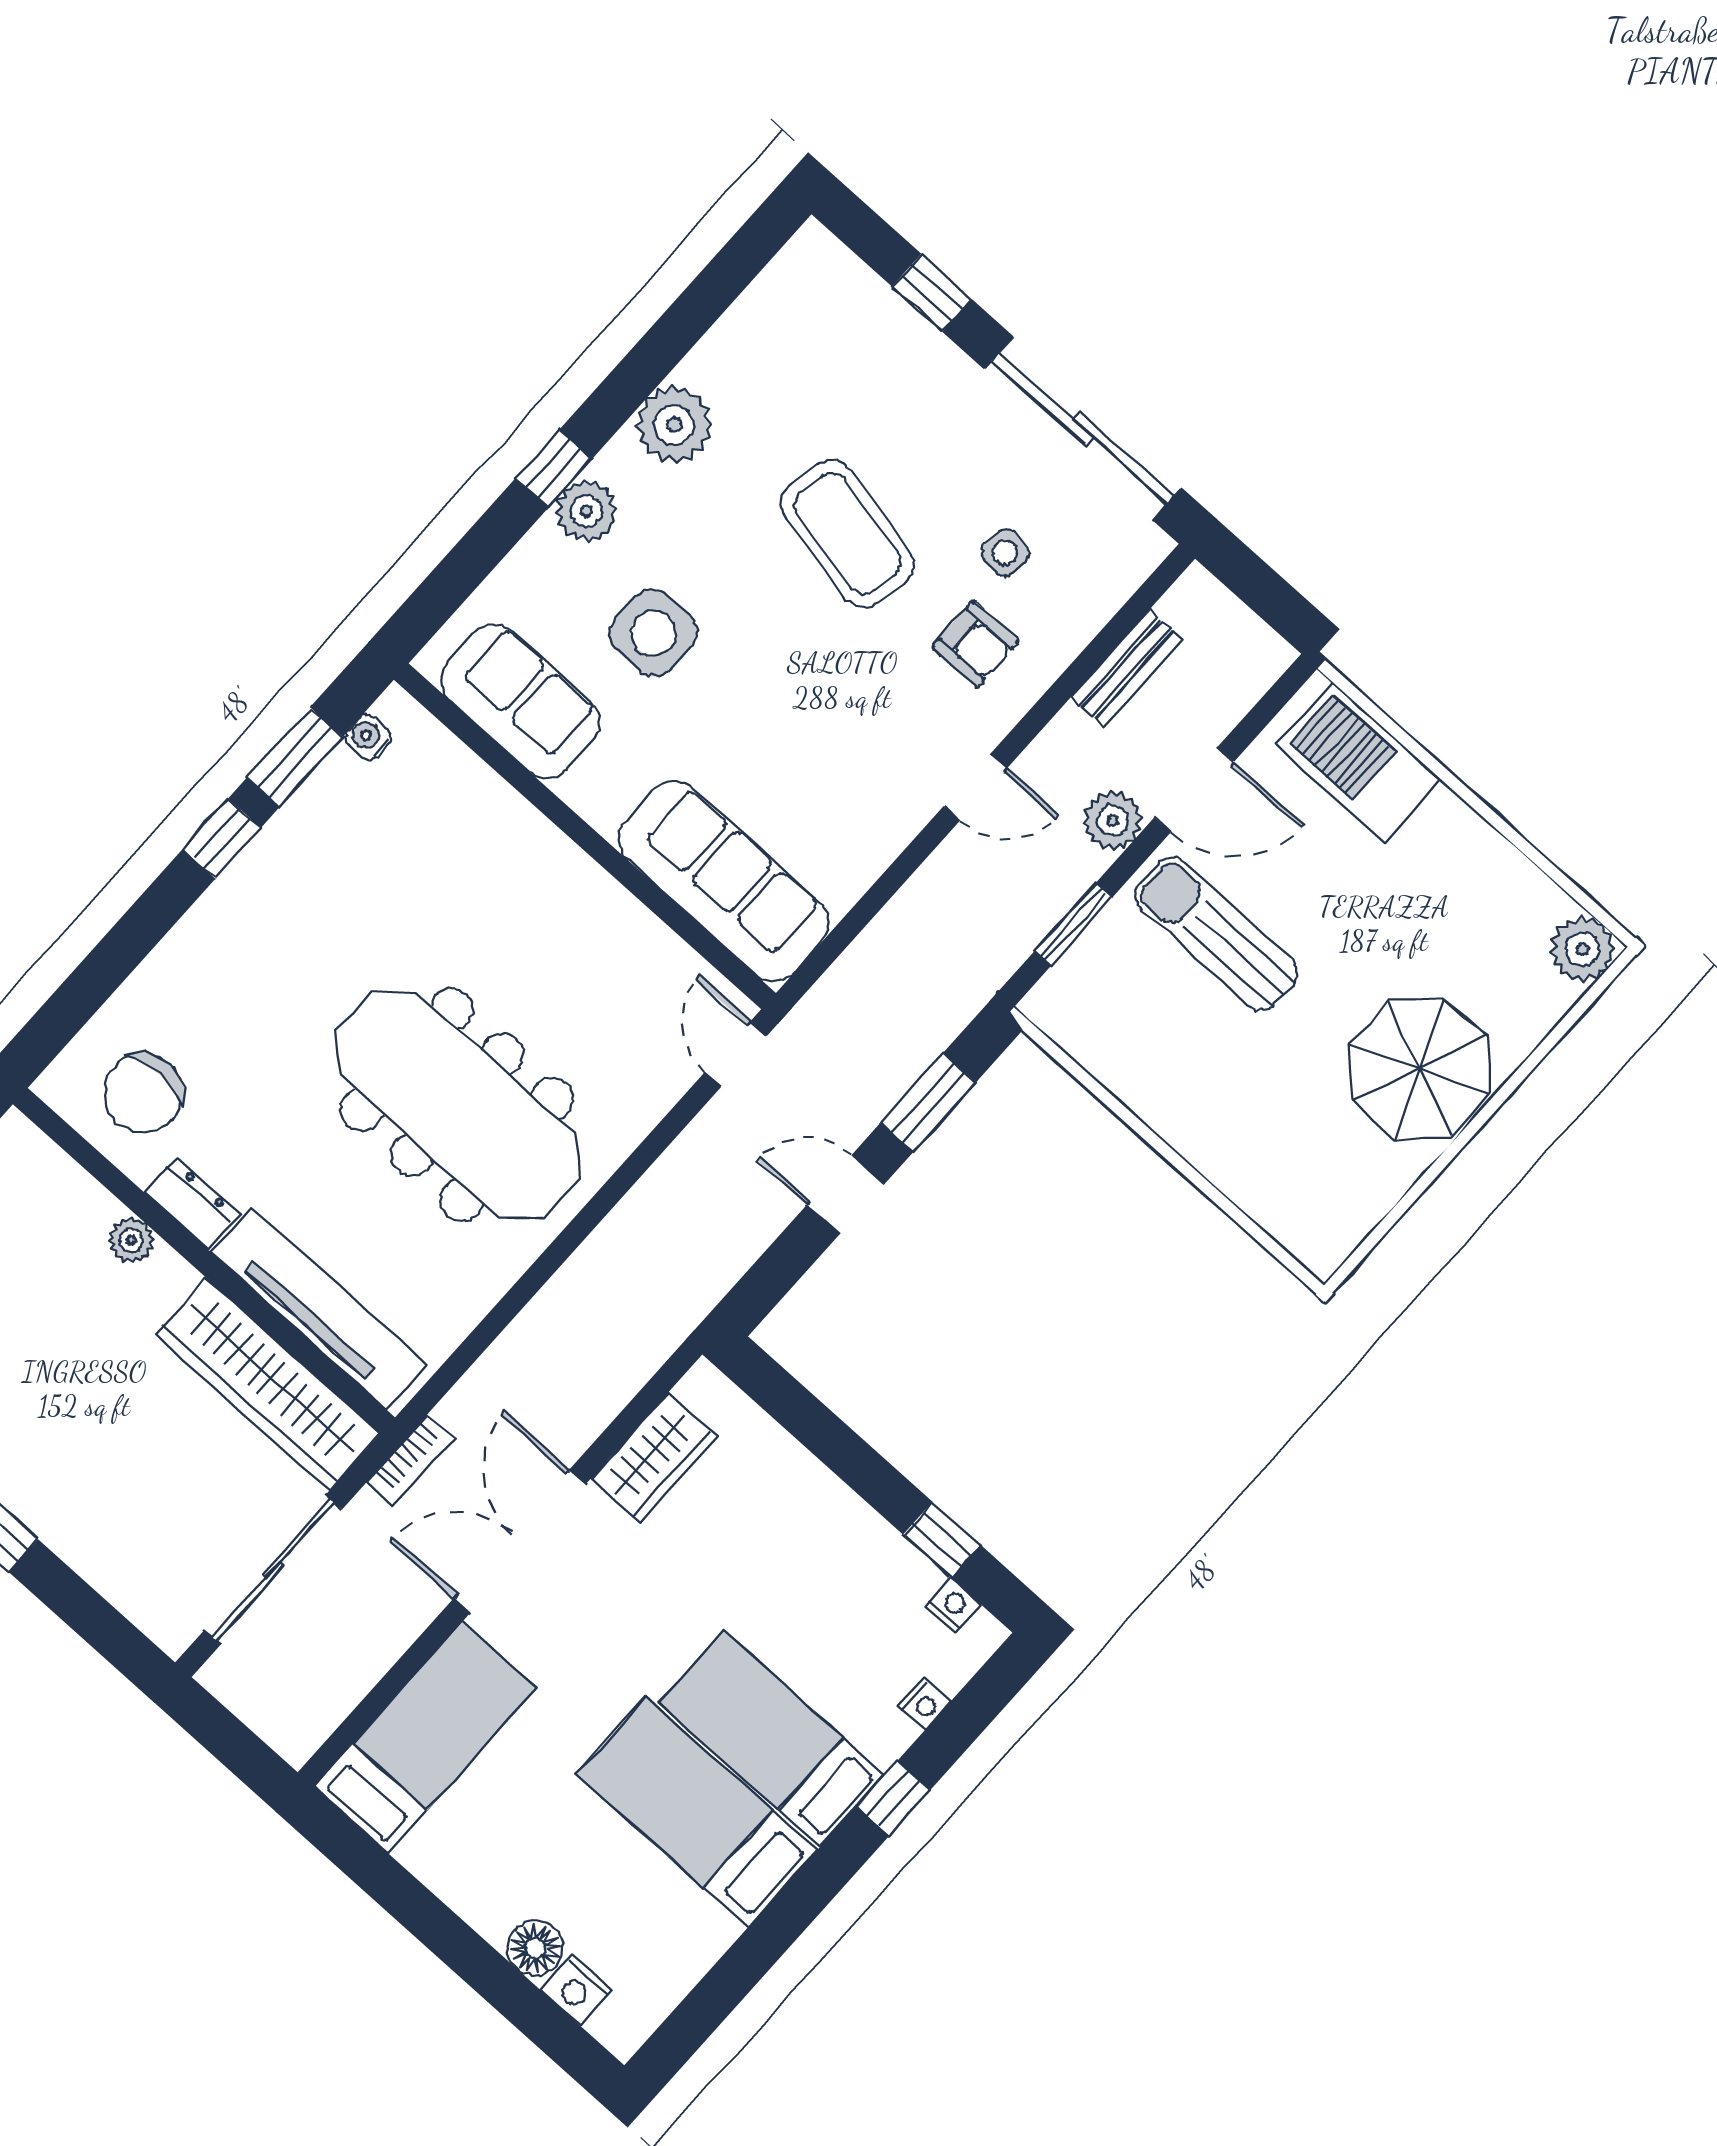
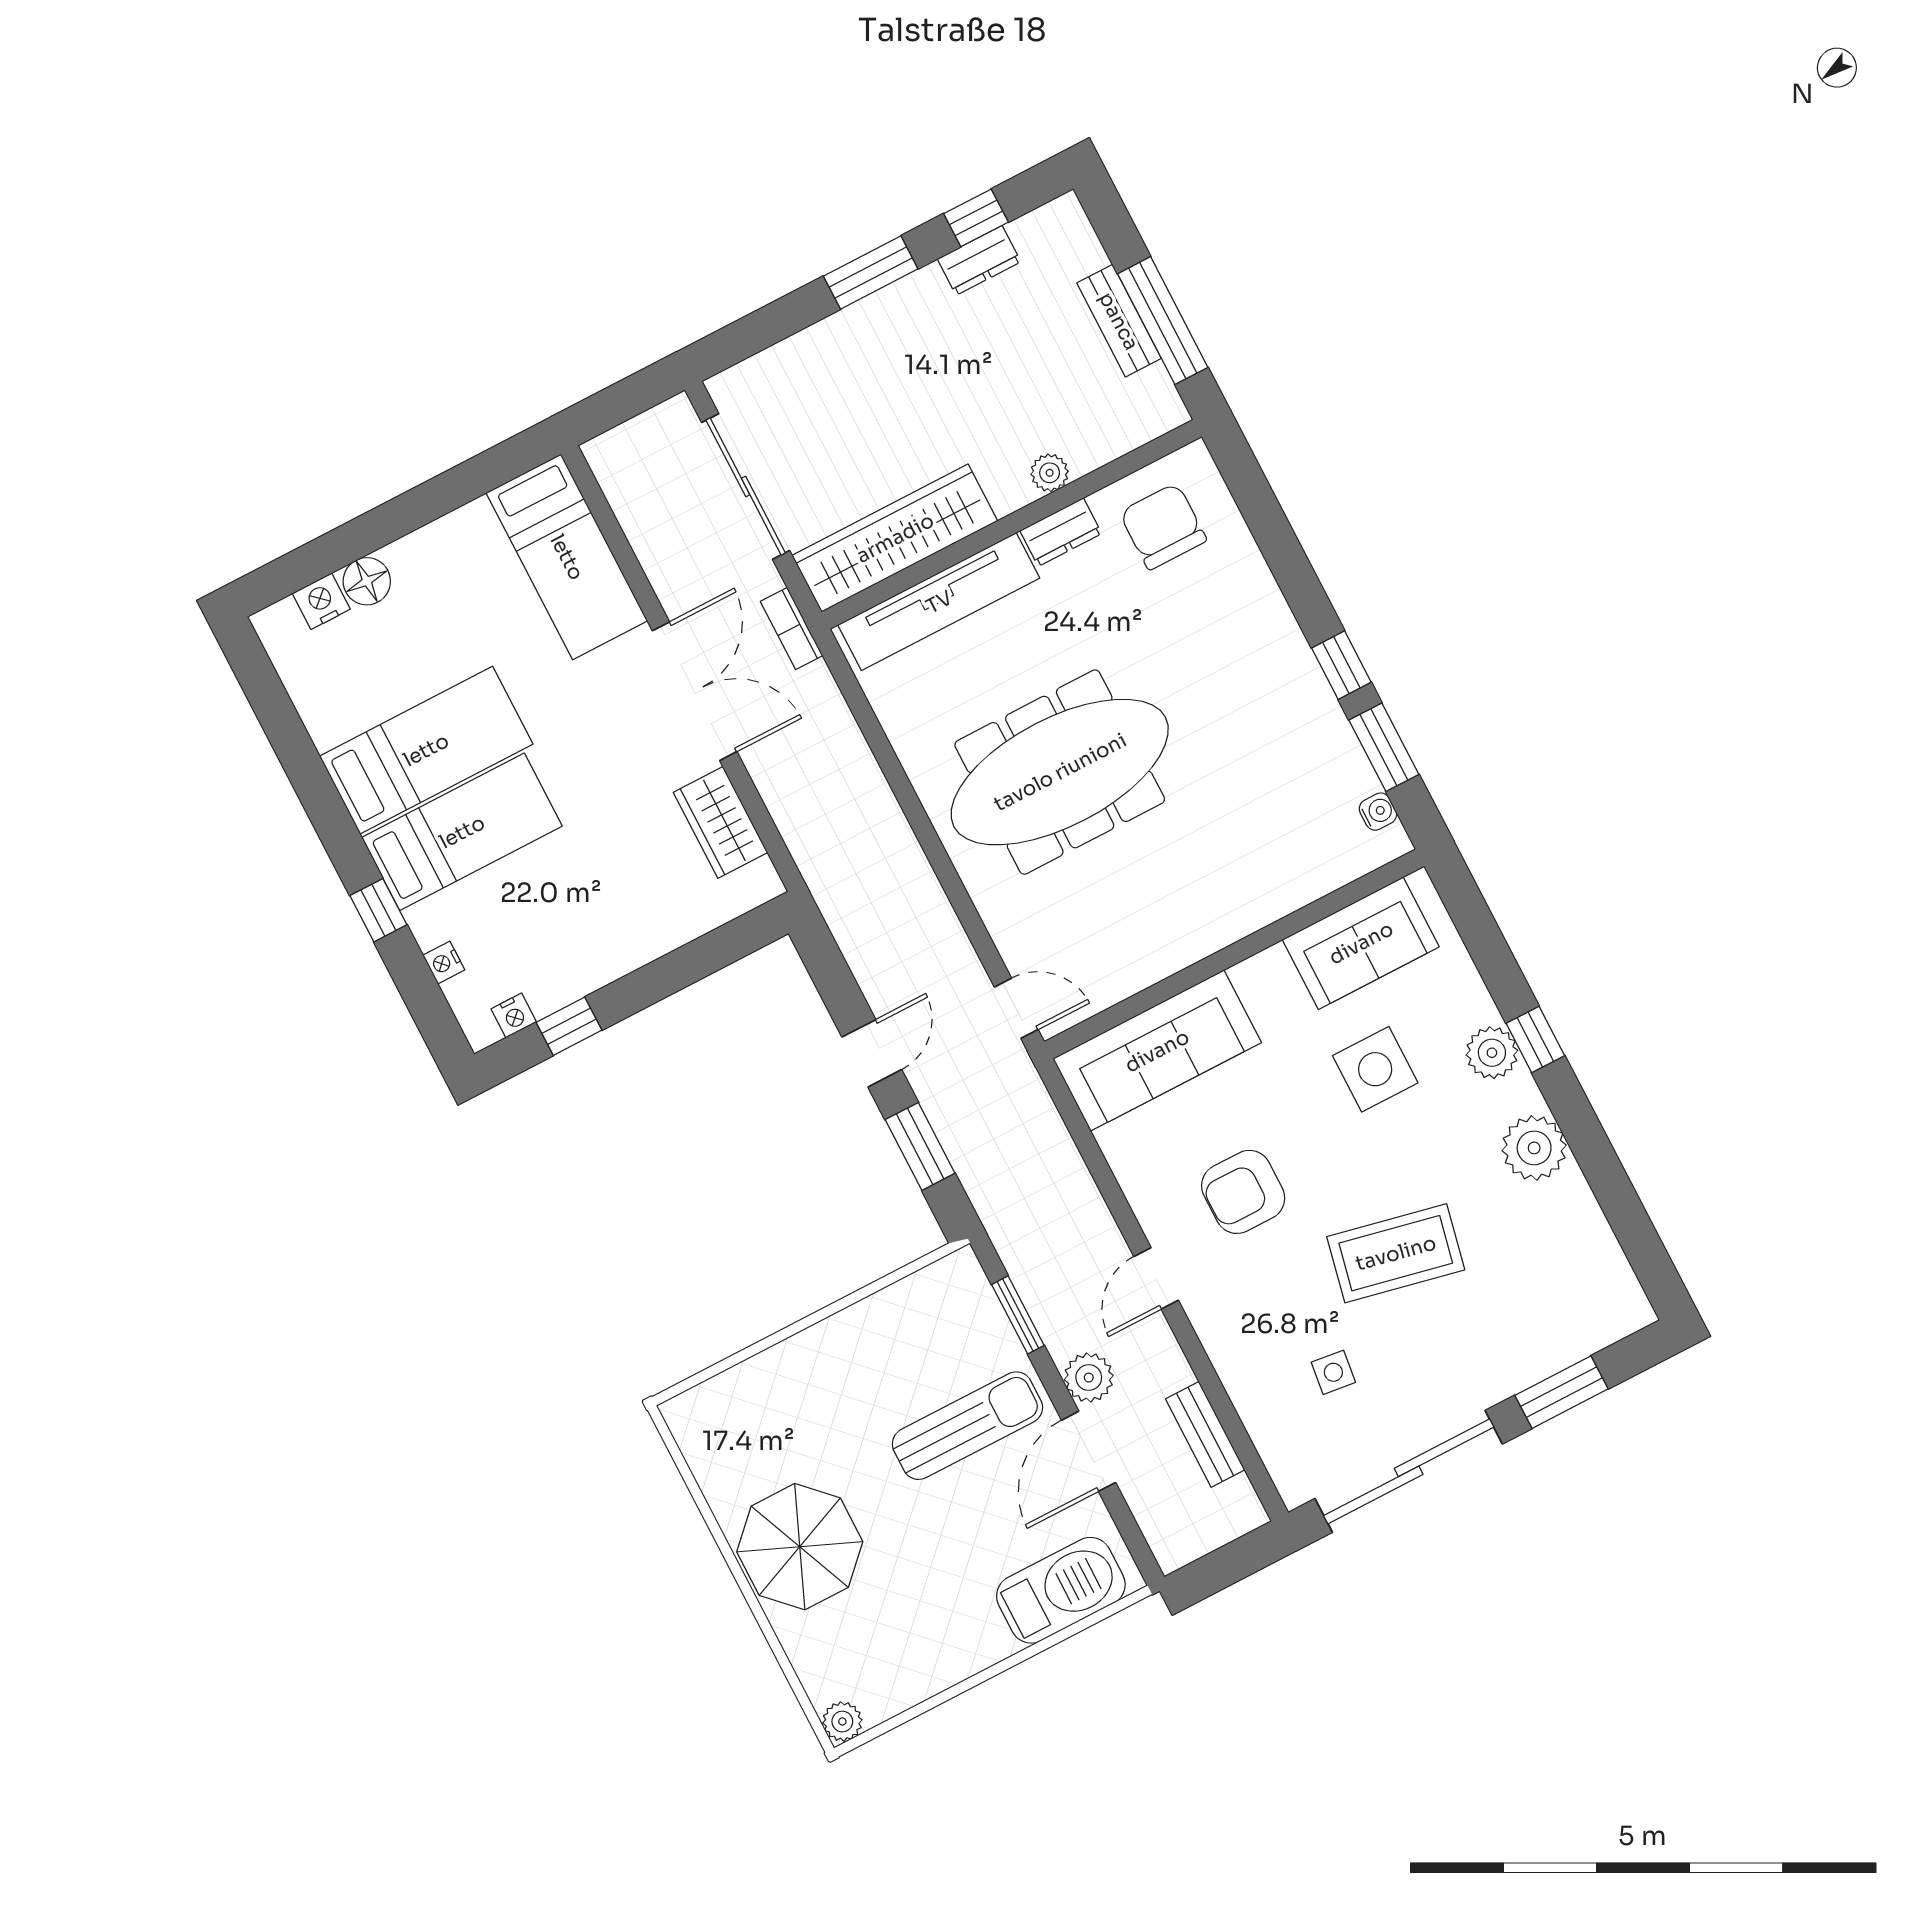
window: (932, 293) -> (1562, 1392), width x1.50
armchair: (975, 644) -> (1243, 1192), moved, width x1.38, depth x1.38
plant: (1582, 949) -> (842, 1722), width x0.73, depth x0.73

